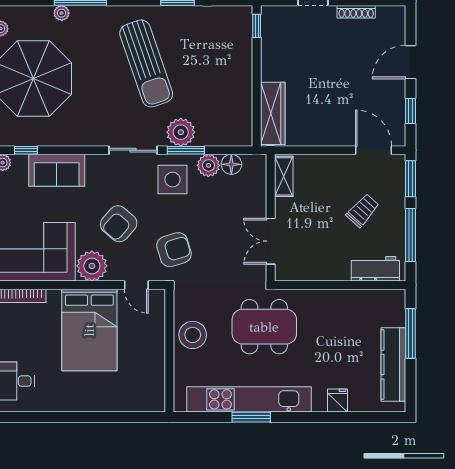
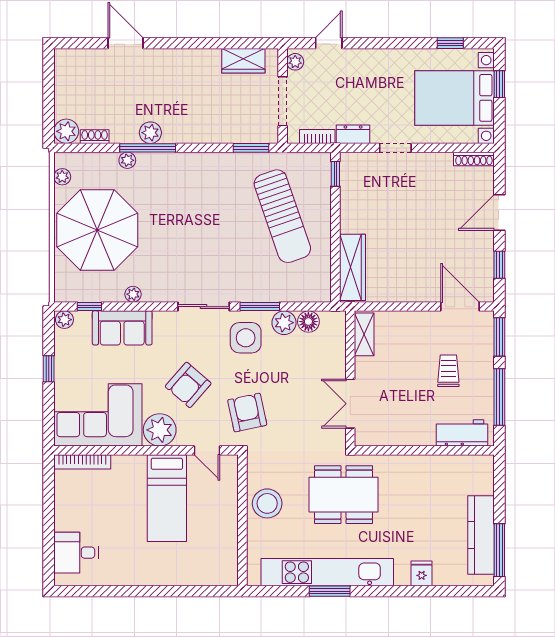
shoe rack: (356, 12) -> (474, 159), moved
sun lounger: (146, 64) -> (282, 216), moved
plant: (181, 132) -> (133, 294), moved, width x0.53, depth x0.53
trolley: (363, 211) -> (448, 371), turned -42
armchair: (174, 250) -> (247, 413), turned -85
bed: (89, 330) -> (167, 498), width x0.67
window: (411, 333) -> (499, 550), moved

